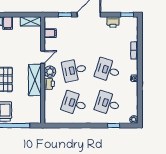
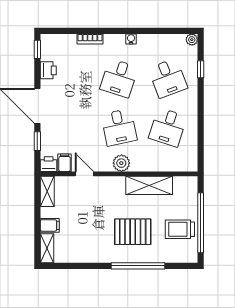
door: (43, 57) -> (84, 174), moved
shelving: (35, 80) -> (149, 185), moved
printer: (49, 84) -> (49, 164), moved
desk: (108, 103) -> (168, 78), turned -39

